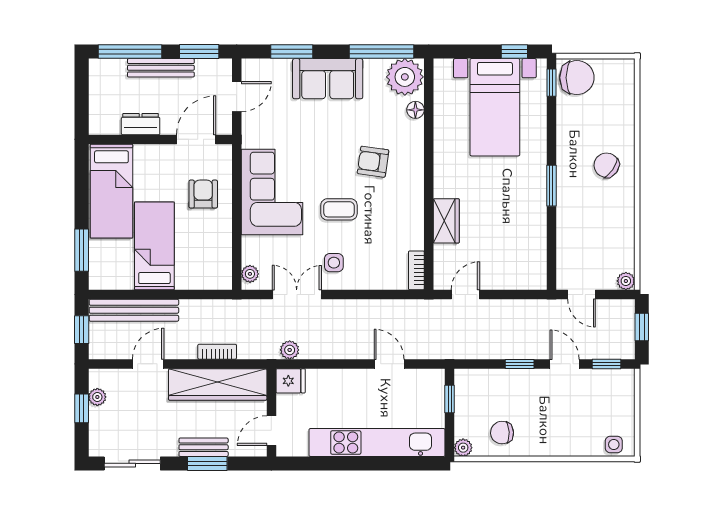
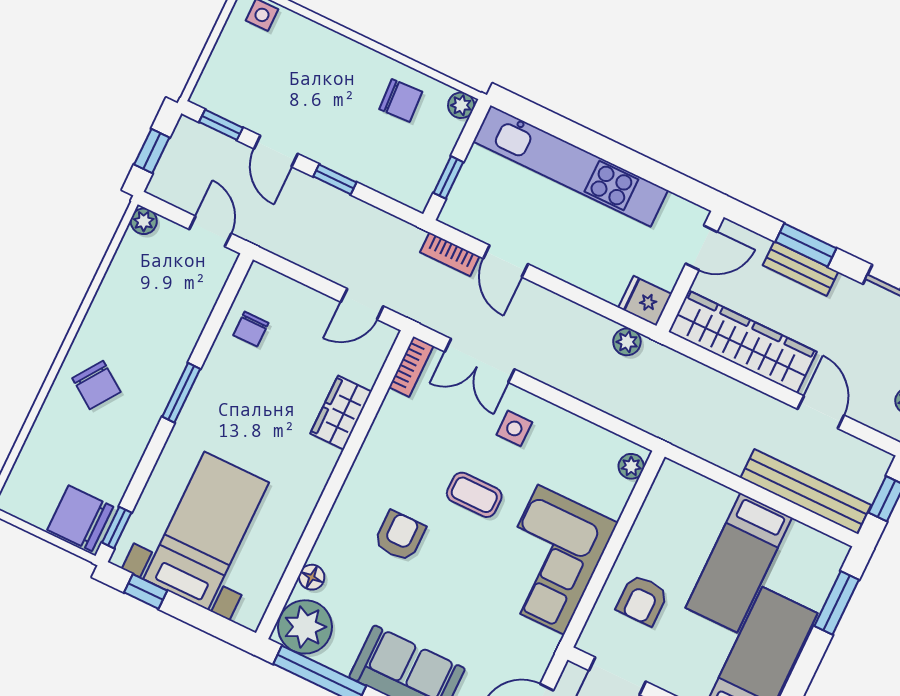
armchair: (373, 162) -> (400, 536), turned -98
chair: (527, 246) -> (251, 329), added
double door: (297, 295) -> (480, 360), moved
bookcase: (217, 352) -> (450, 254), moved
door: (148, 364) -> (821, 412), swing flipped

